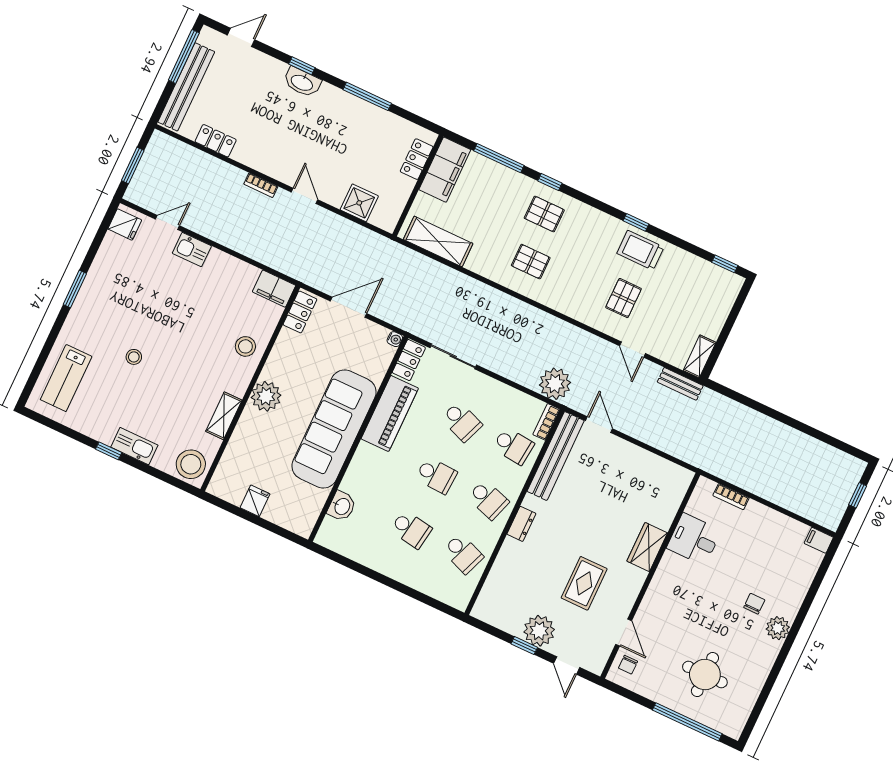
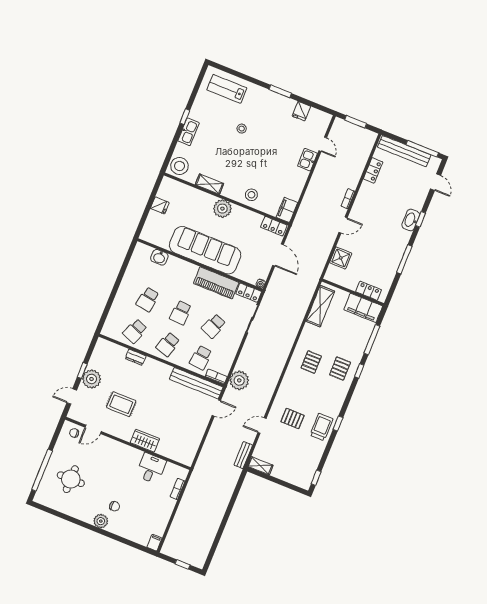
fridge: (125, 224) -> (301, 111), moved
dresser: (521, 524) -> (136, 357), moved

